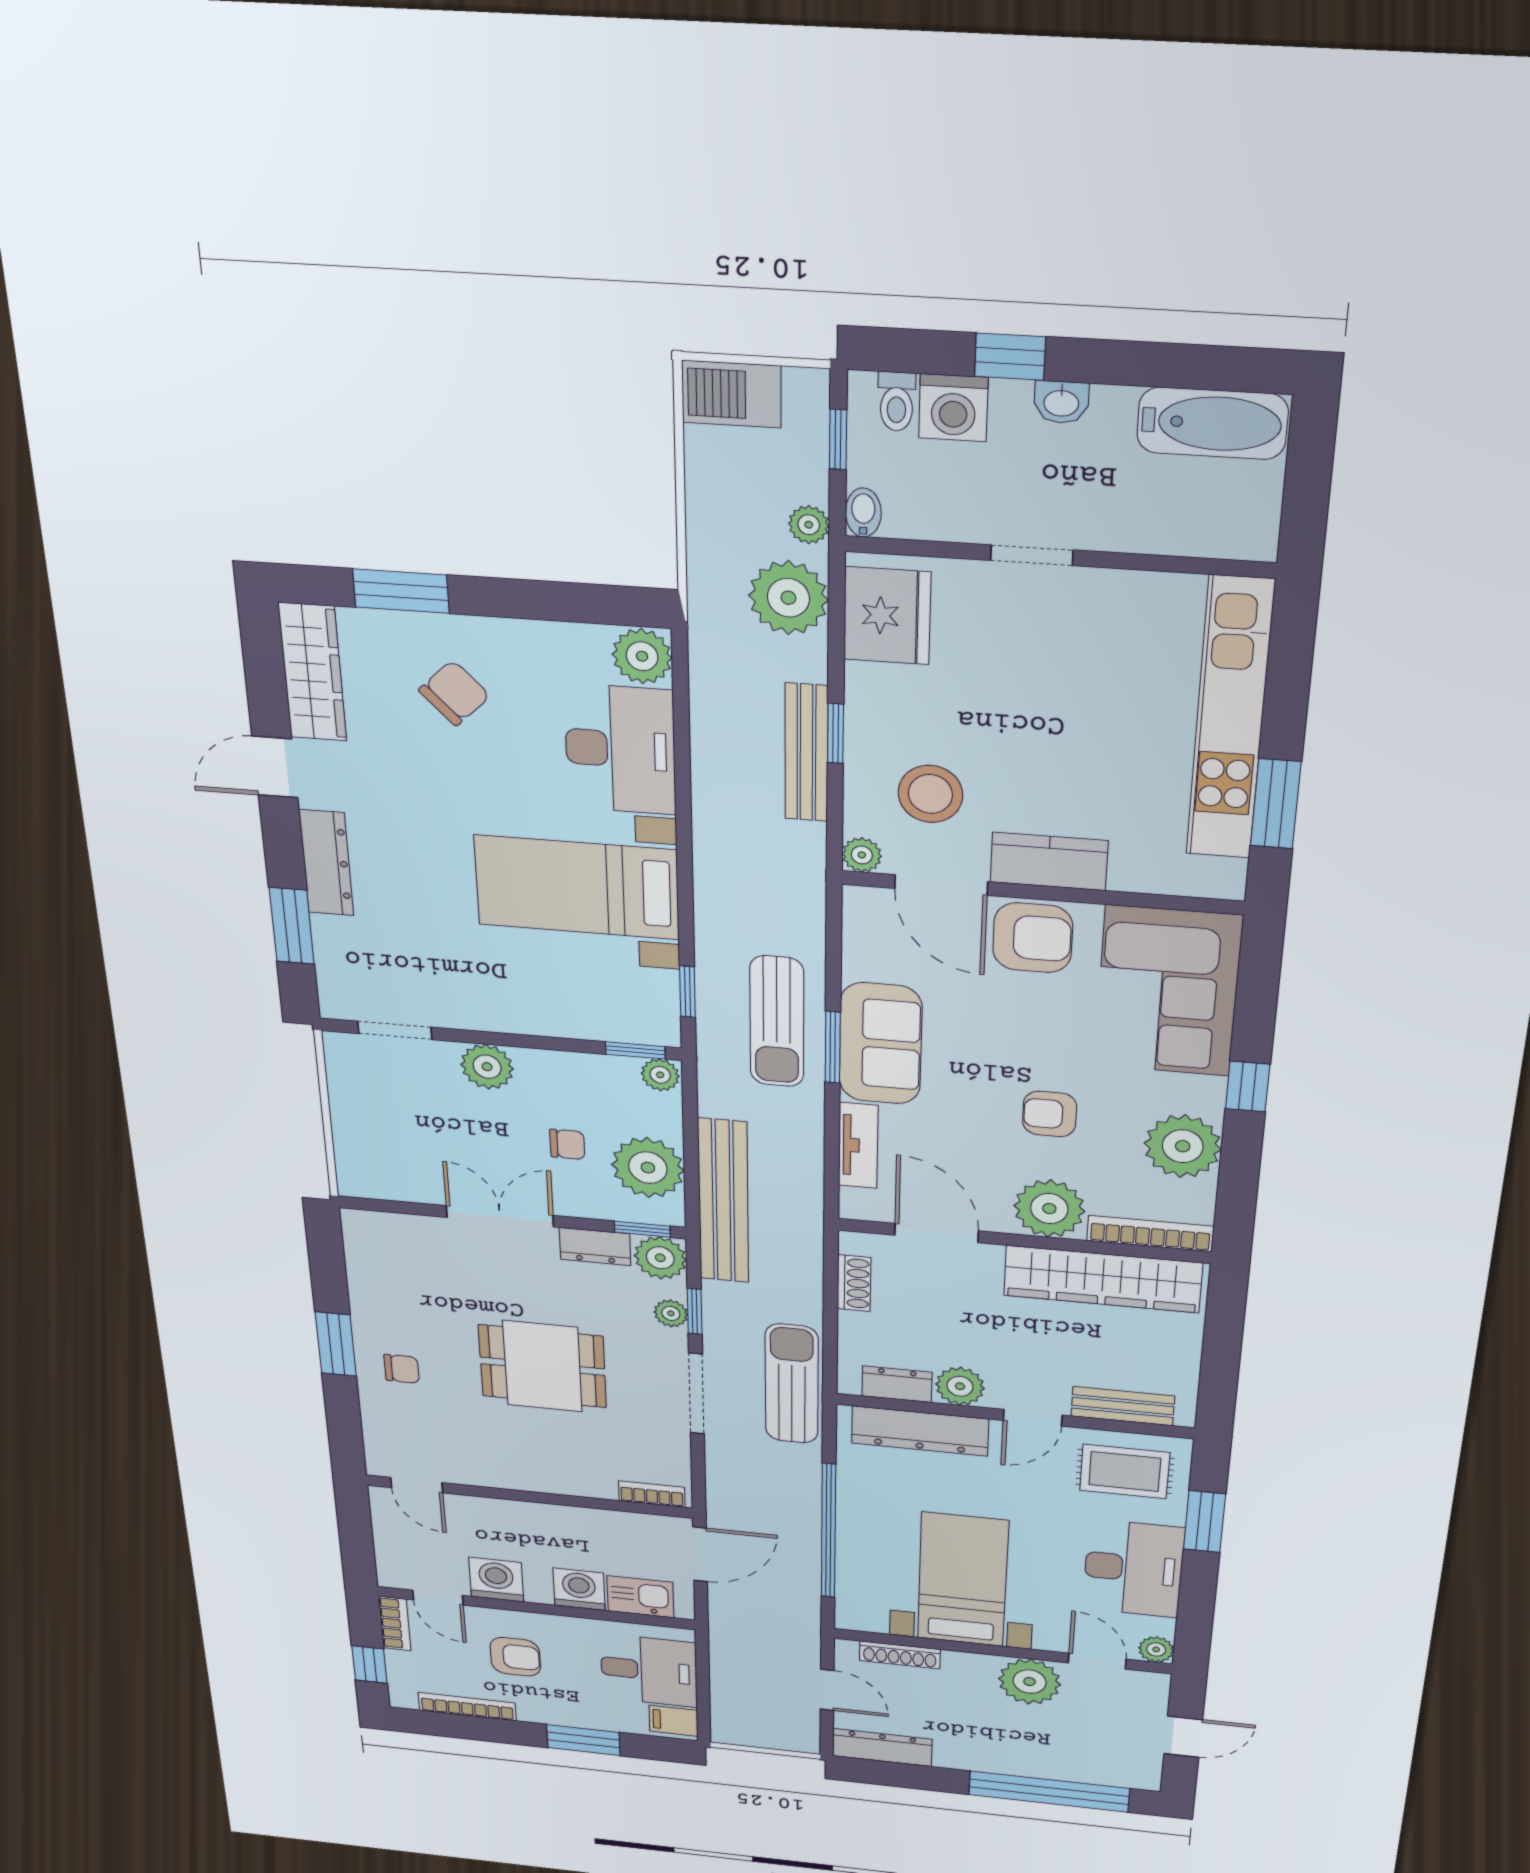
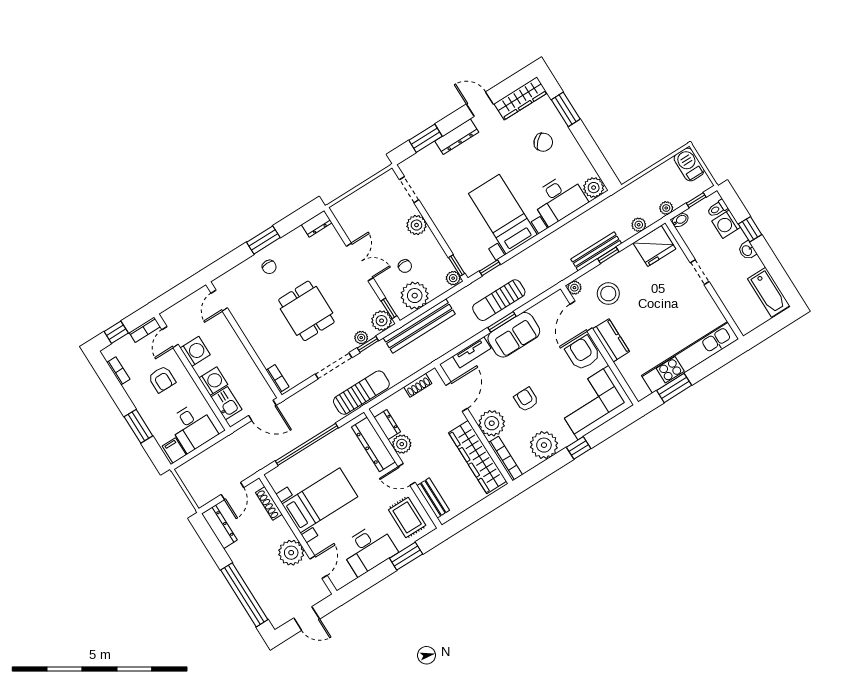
plant: (788, 598) -> (639, 225), width x0.53, depth x0.53
armchair: (1033, 938) -> (583, 353), turned 180
dresser: (595, 1247) -> (317, 224), moved, turned -90
plant: (1156, 1649) -> (339, 582), removed
bookcase: (467, 1707) -> (118, 371), width x0.64

